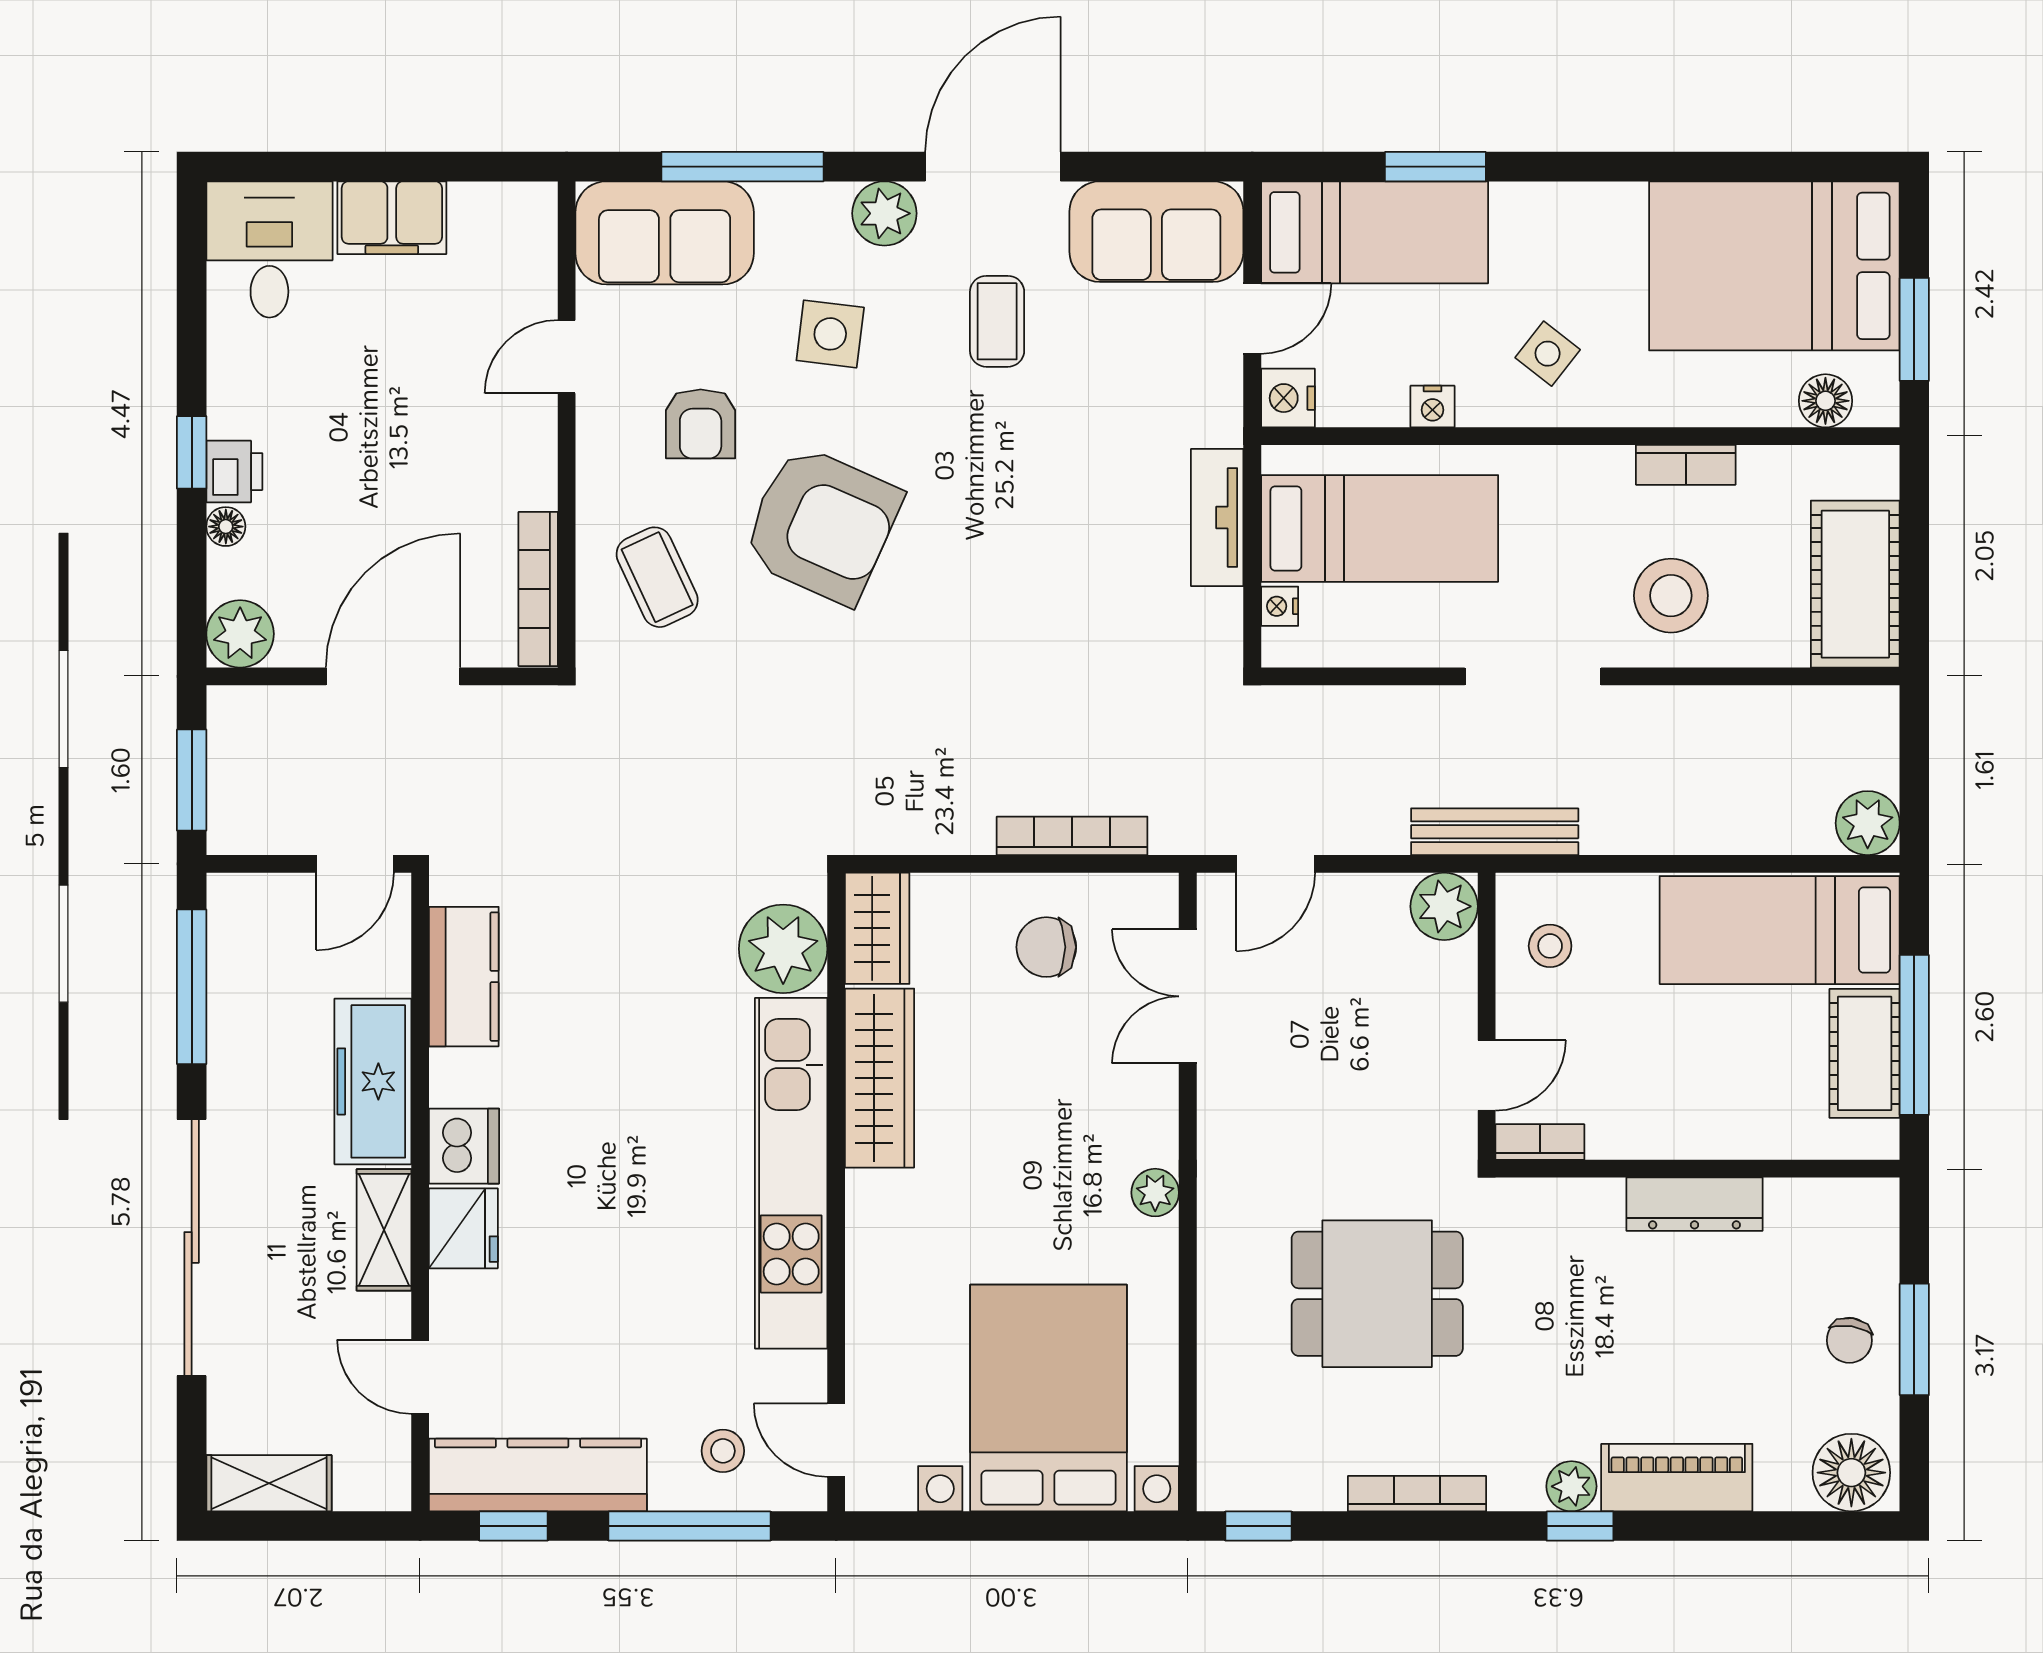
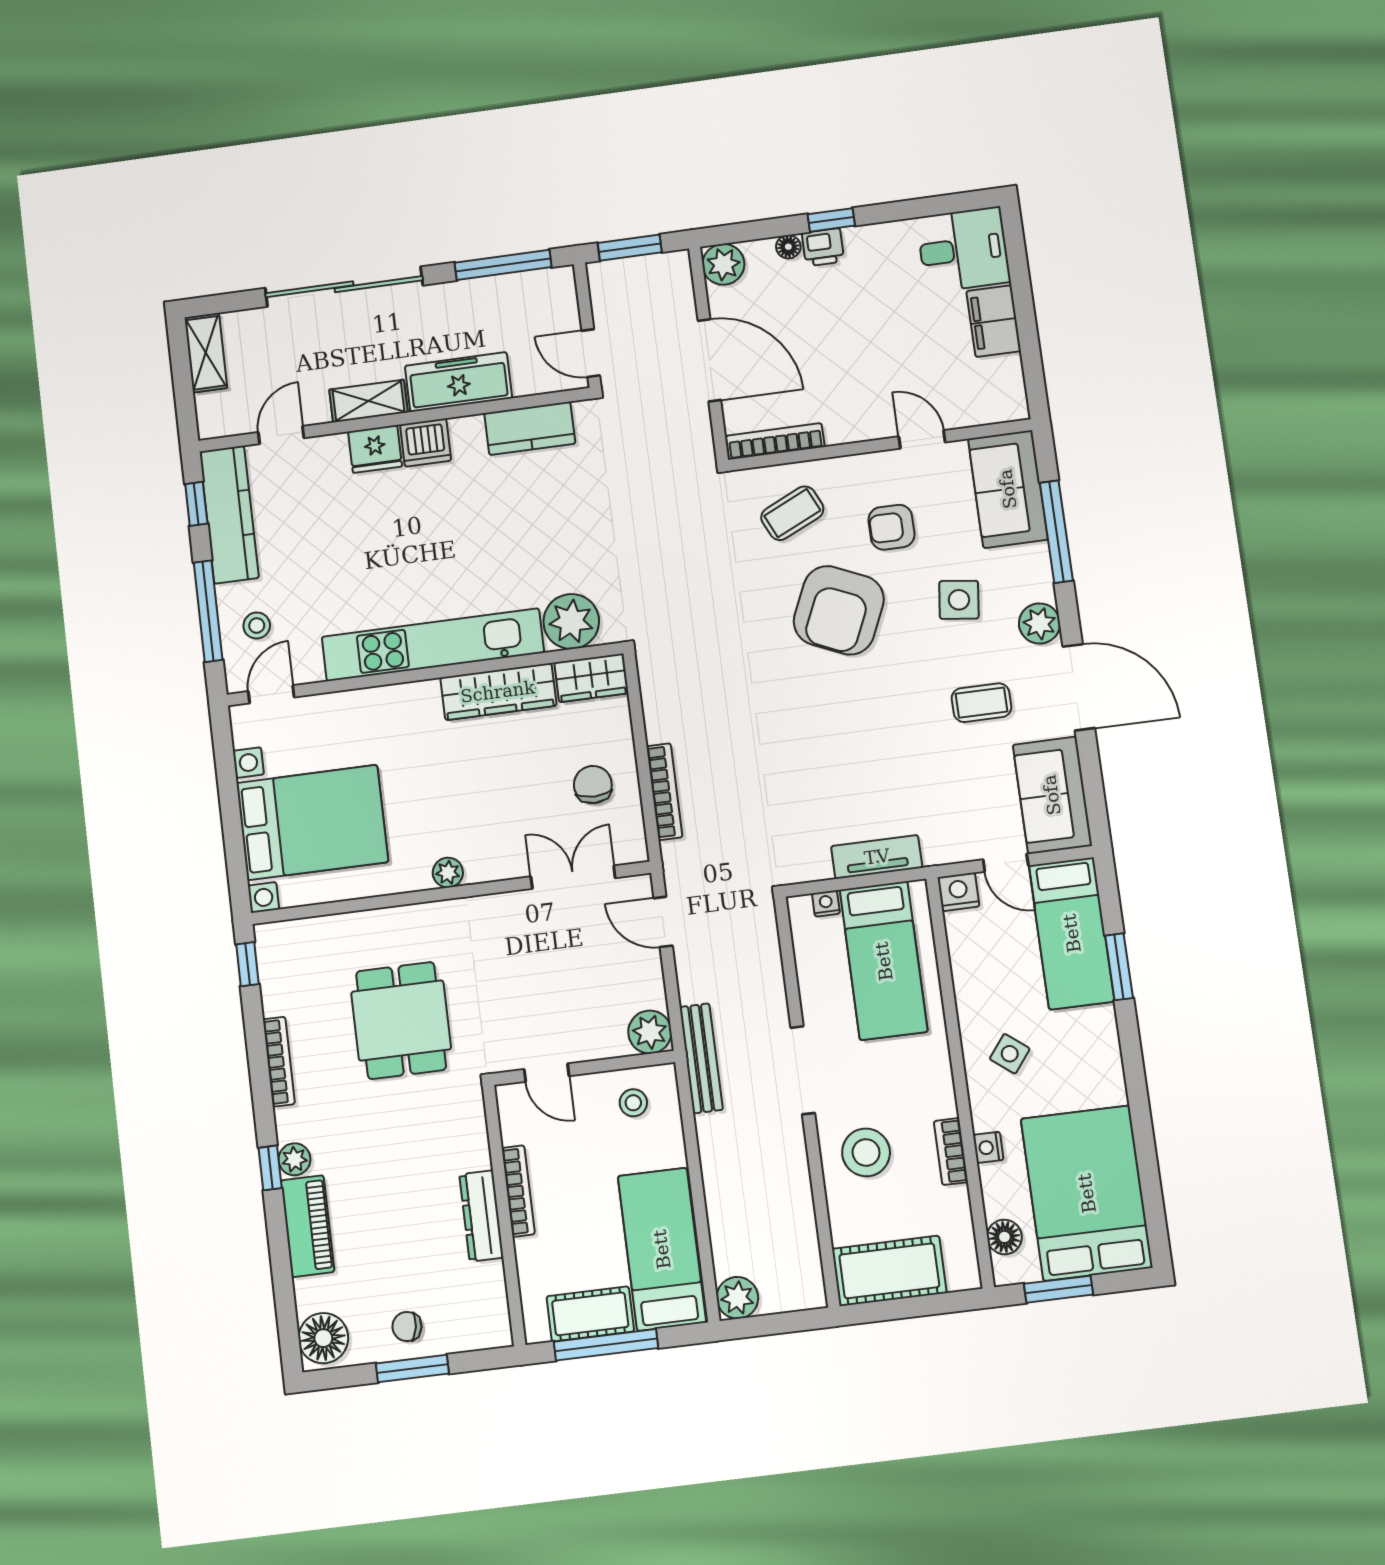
nightstand: (1433, 407) -> (988, 1147), moved
bookcase: (1540, 1142) -> (518, 1191), moved, width x1.56

